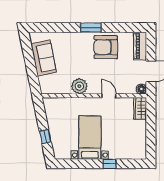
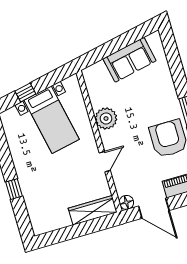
wardrobe: (140, 108) -> (93, 210), width x1.50
bed with nightstands: (90, 138) -> (52, 120), moved, turned 78

